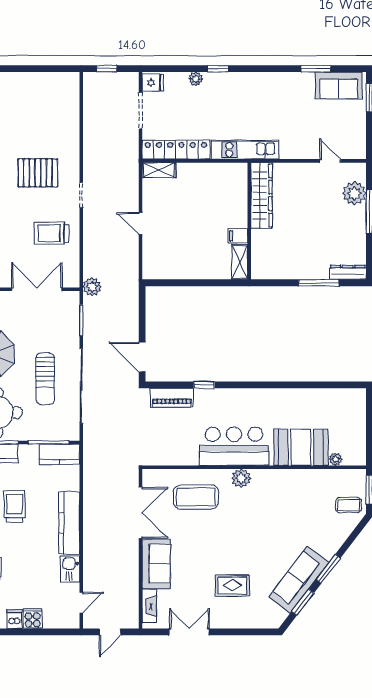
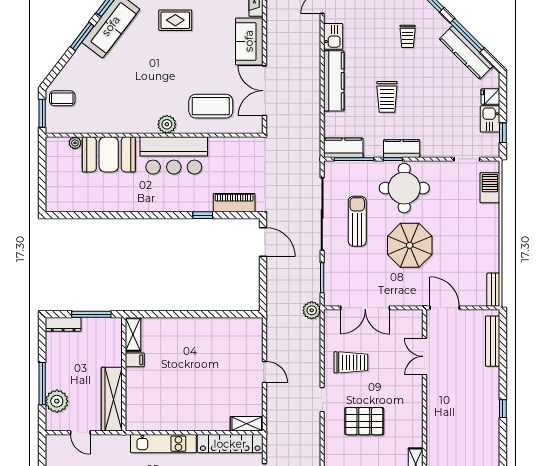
wardrobe: (261, 195) -> (112, 399), moved
wall: (249, 221) -> (124, 374), moved
filing cabinet: (238, 236) -> (135, 360), moved
shelving: (240, 262) -> (133, 334), moved

